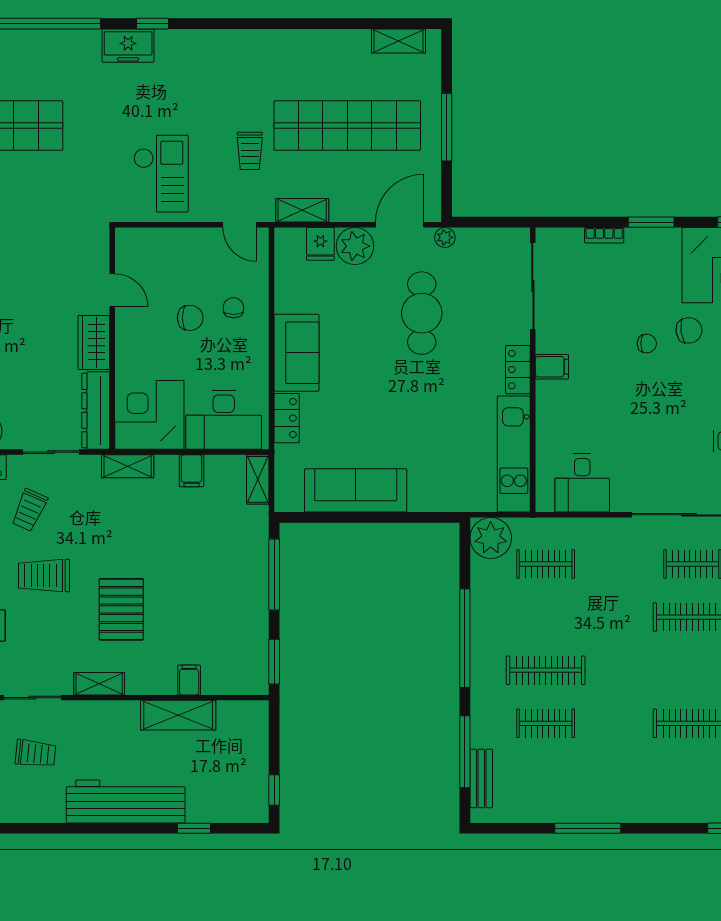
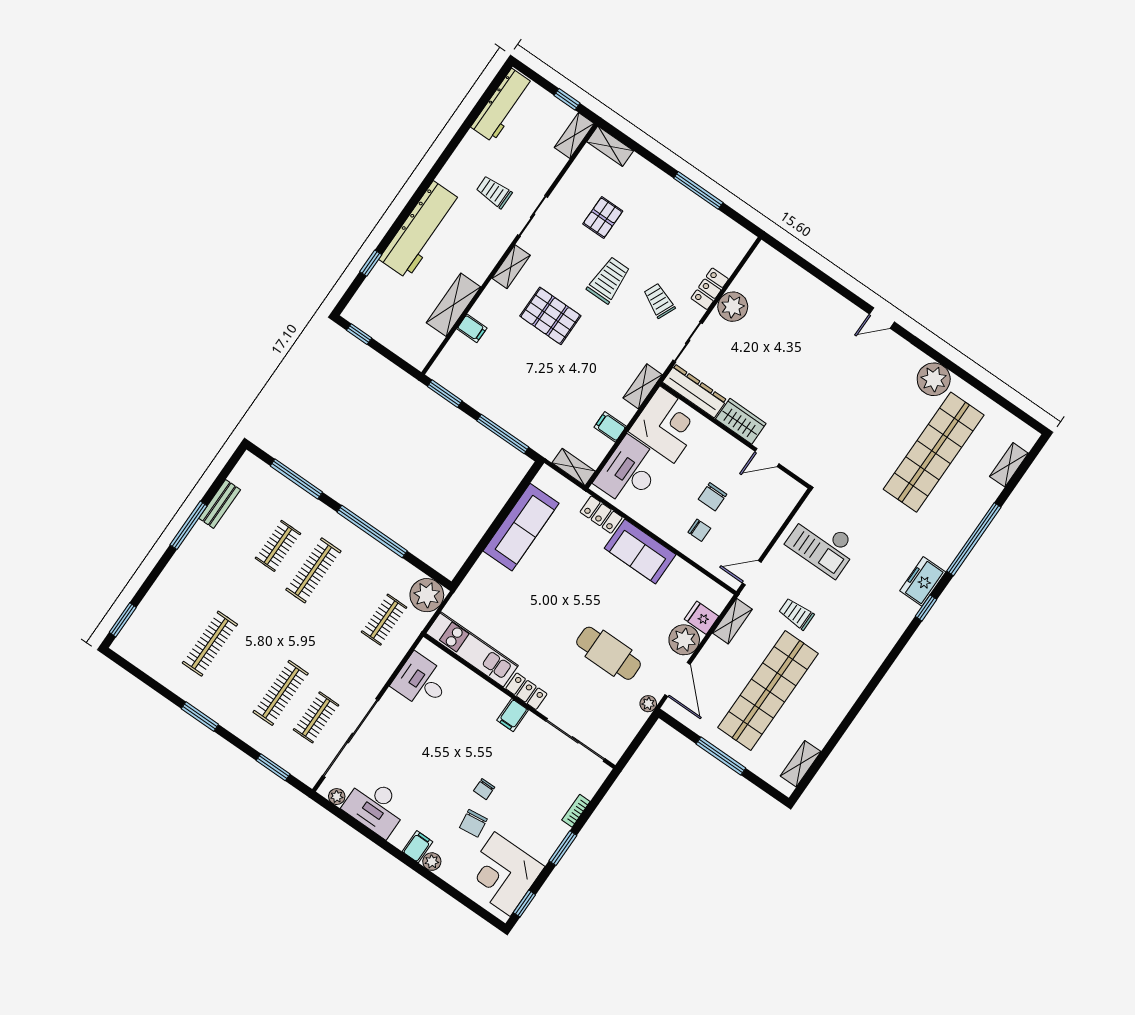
trolley: (35, 753) -> (494, 192), turned 84
bench: (481, 779) -> (220, 504), moved, turned 90

